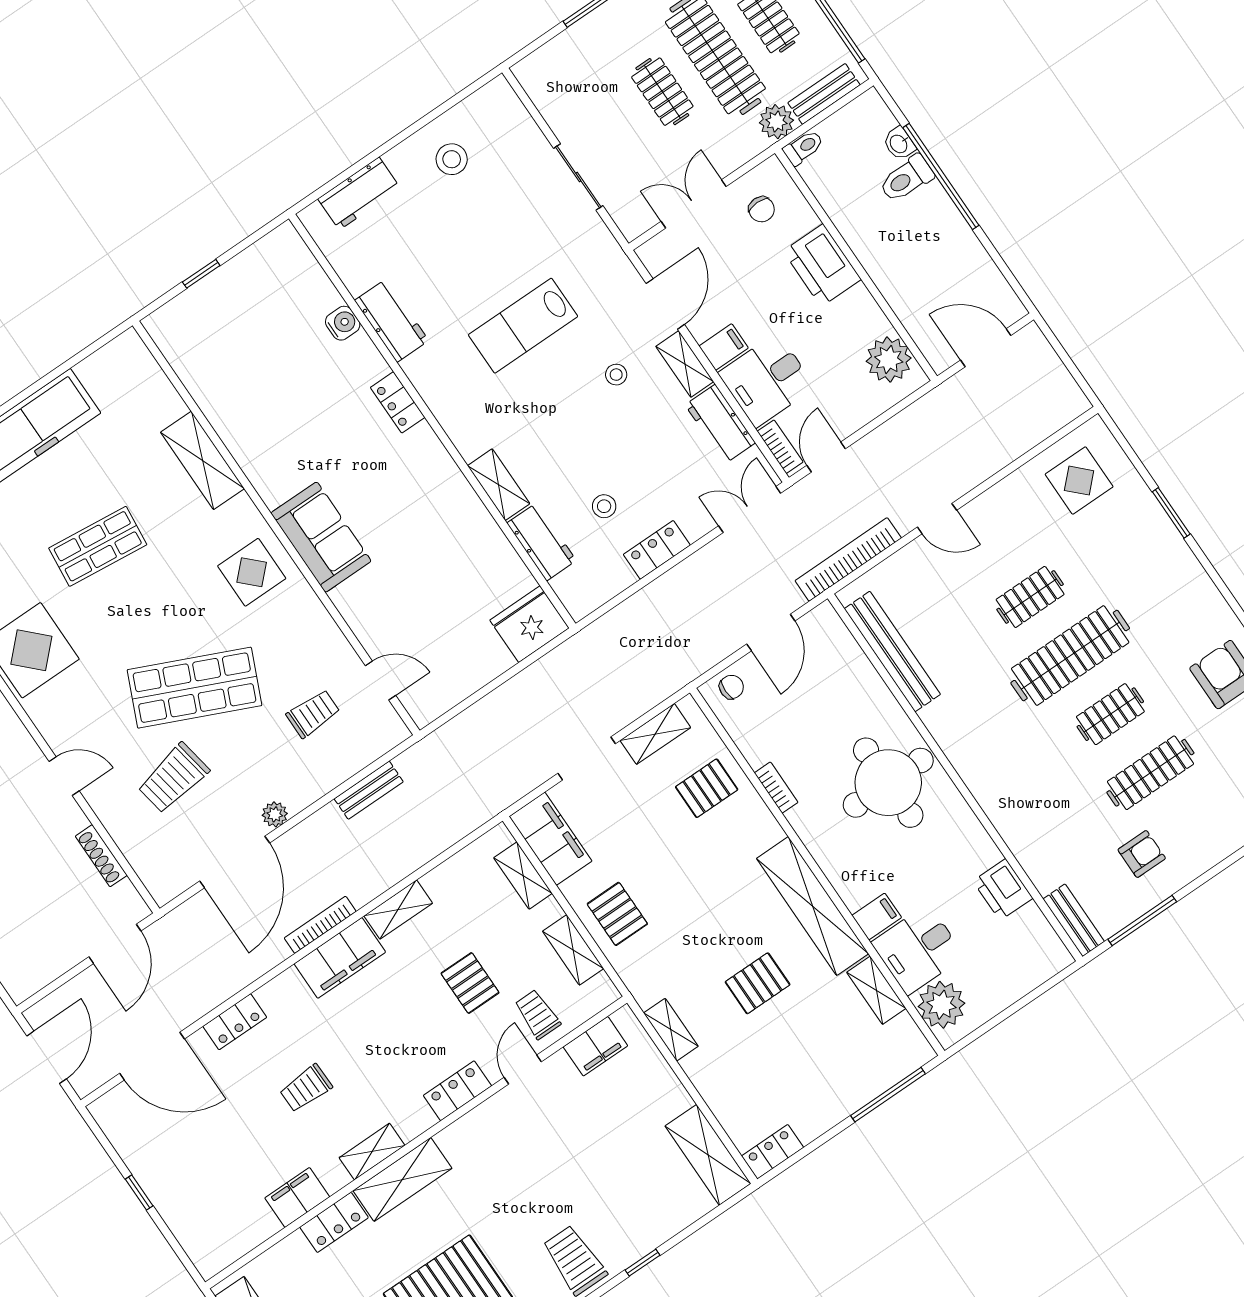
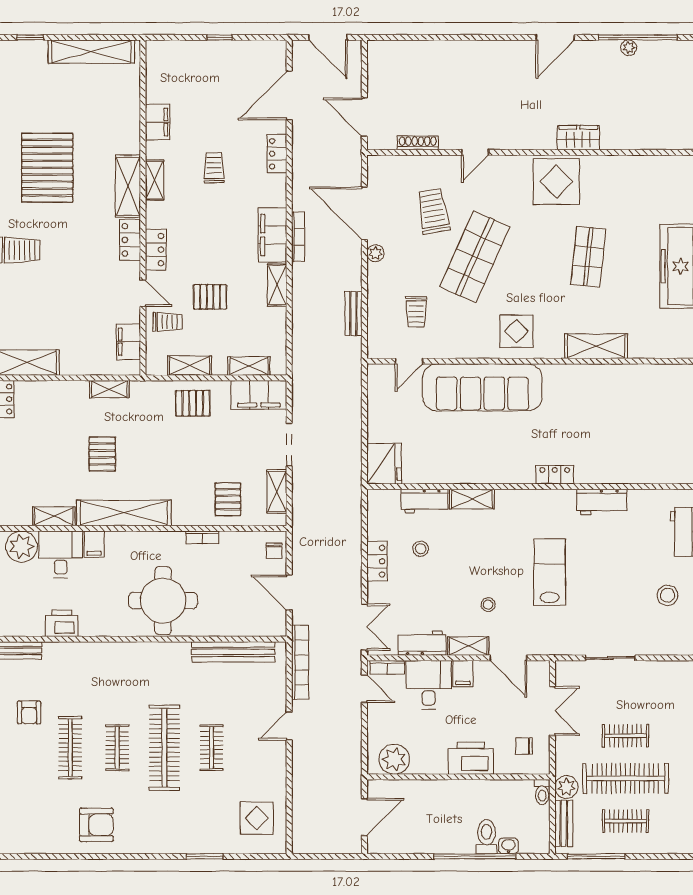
water cooler: (343, 323) -> (619, 474), removed
sofa: (321, 537) -> (482, 387), width x1.85, depth x1.27
locker: (334, 1222) -> (130, 240), moved

